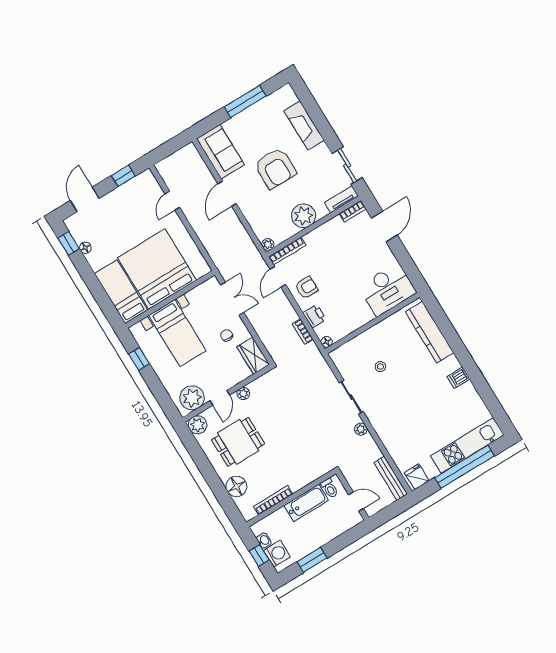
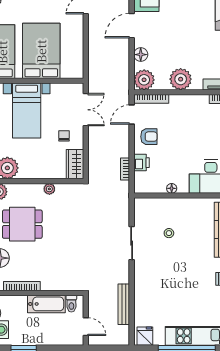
armchair: (275, 168) -> (181, 29), removed
floor lamp: (252, 215) -> (141, 55), added
plant: (268, 244) -> (144, 80), width x1.88, depth x1.88
bed: (157, 269) -> (41, 51), width x0.73
floor lamp: (327, 342) -> (172, 188), moved
door: (220, 398) -> (29, 181), removed
plant: (361, 429) -> (124, 273), removed
bench: (391, 478) -> (124, 304), moved

